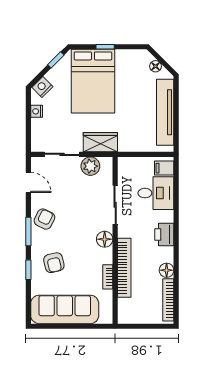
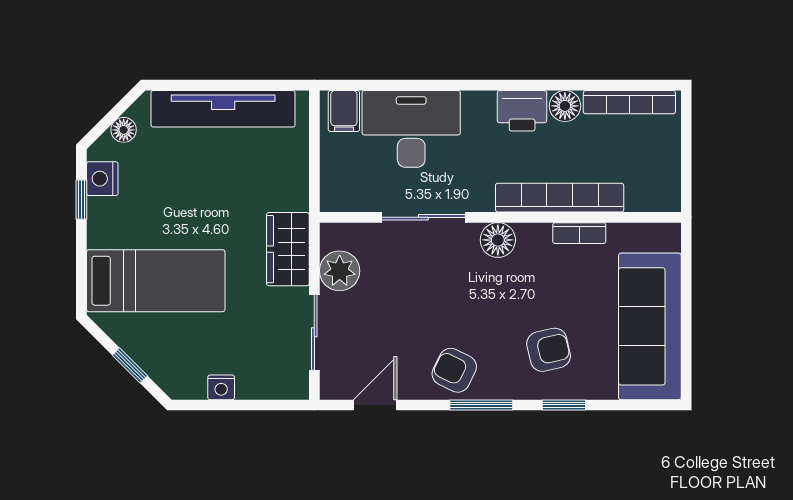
window: (105, 47) -> (81, 200), moved
window: (56, 60) -> (130, 365), moved
bed: (93, 81) -> (156, 281), width x0.67
nightstand: (42, 87) -> (102, 179), moved, turned 45
desk: (156, 193) -> (411, 129), width x1.37
printer: (164, 234) -> (522, 111), moved

